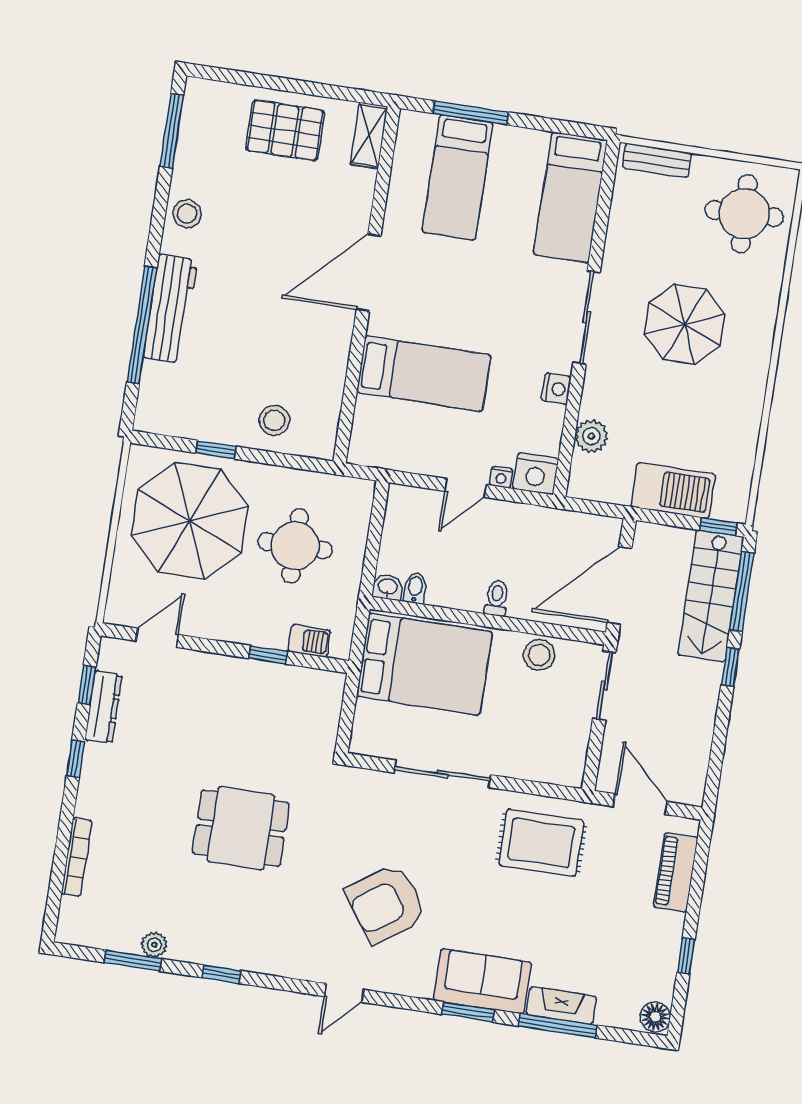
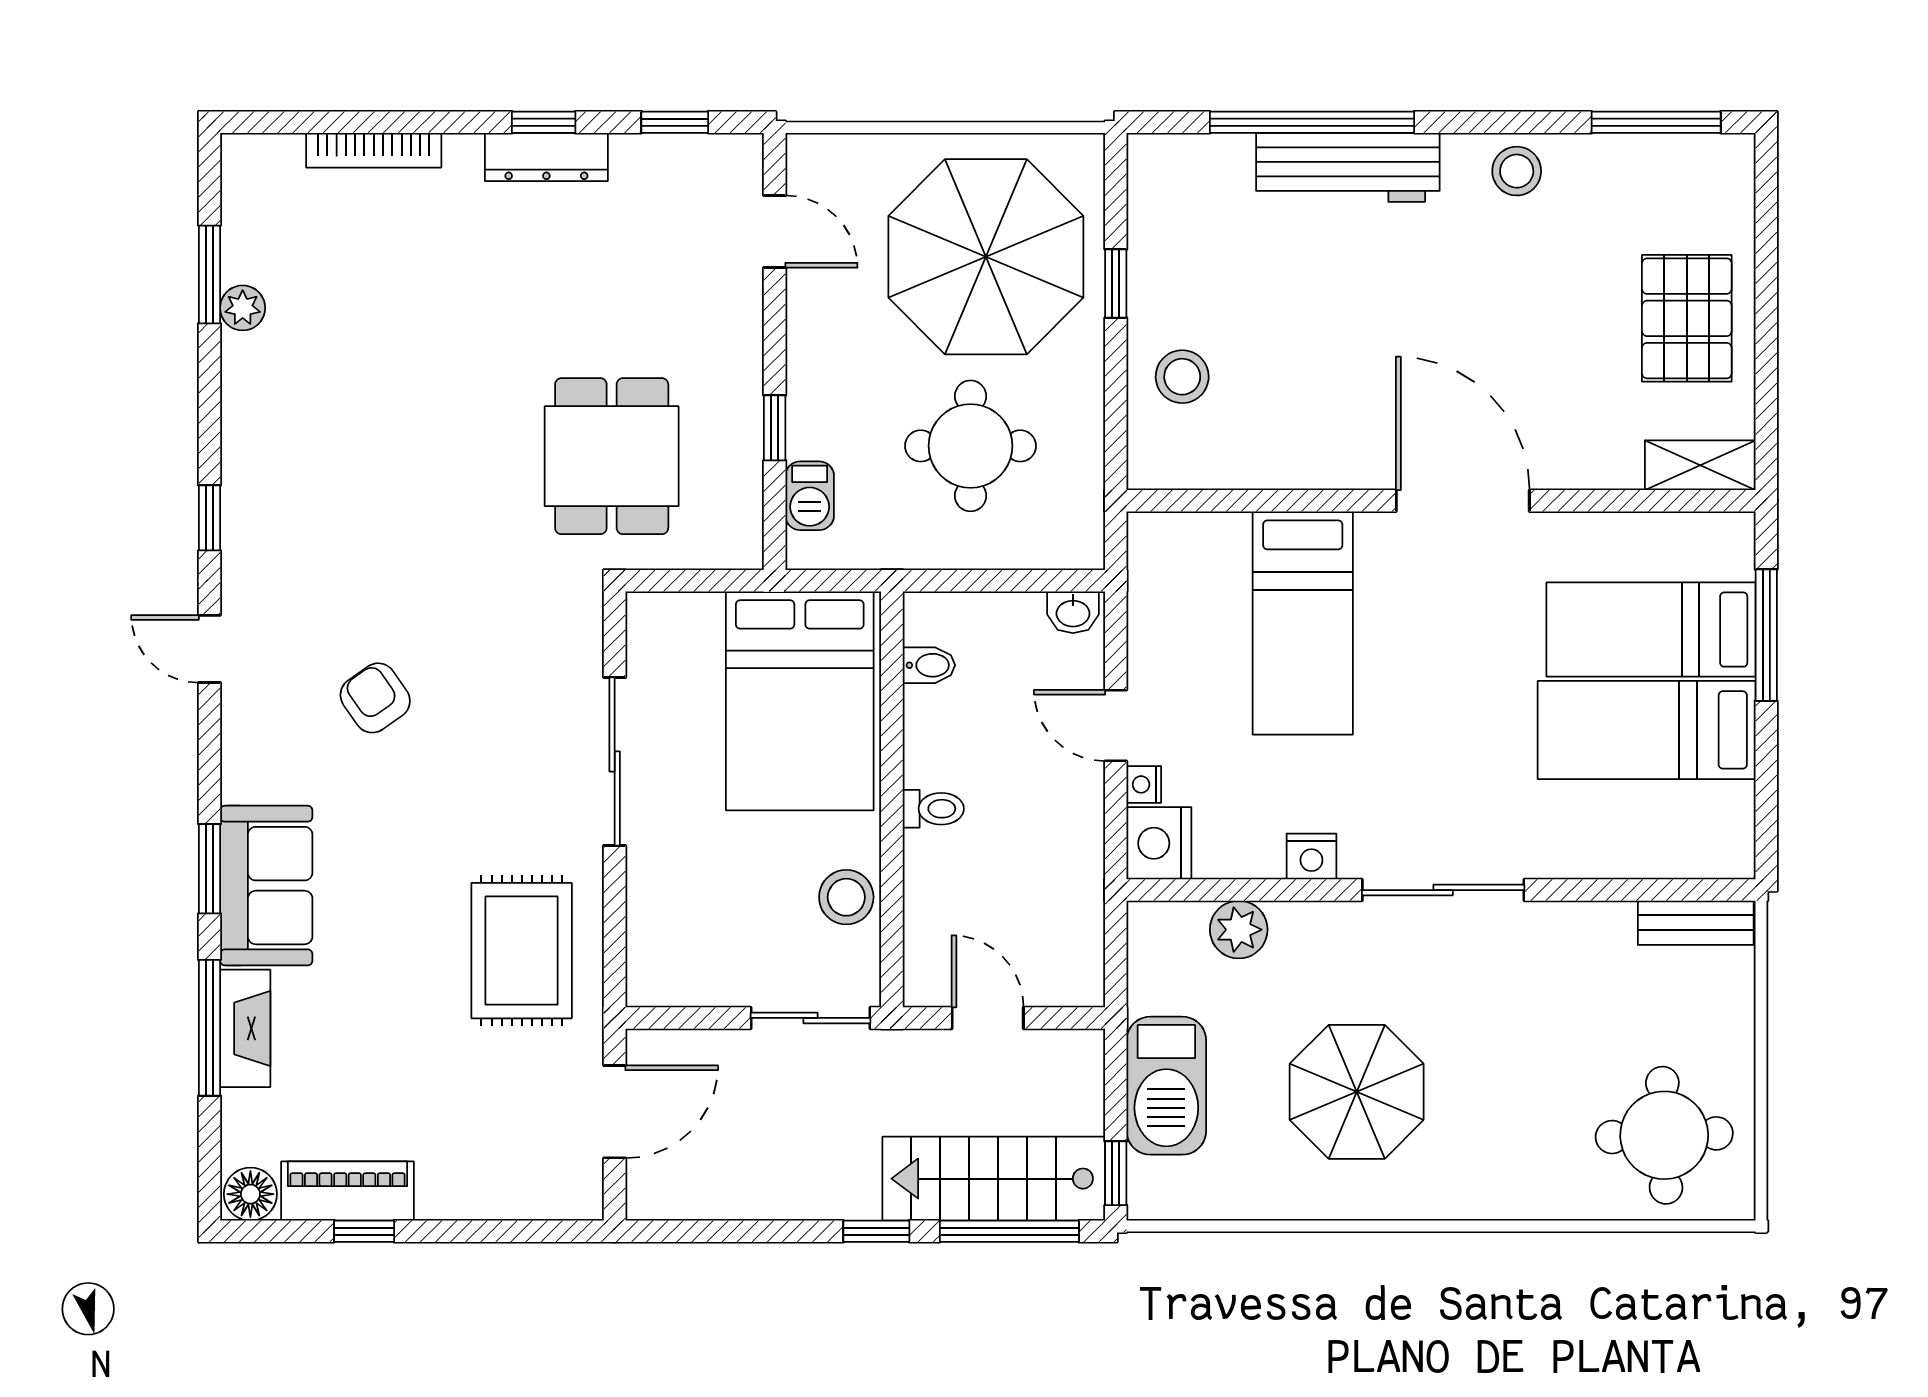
bench: (657, 160) -> (1696, 923), moved, turned 90
bed: (570, 197) -> (1647, 730), moved
parasol: (684, 324) -> (1357, 1092), moved
door: (620, 586) -> (988, 1018), width x0.53
washbasin: (388, 587) -> (1073, 612), moved, turned 90
dresser: (103, 707) -> (546, 157), moved
dining table: (241, 828) -> (612, 456), moved
piano: (676, 872) -> (347, 1191), moved
armchair: (386, 904) -> (375, 698), width x0.53, depth x0.53
window: (221, 974) -> (209, 518), moved

